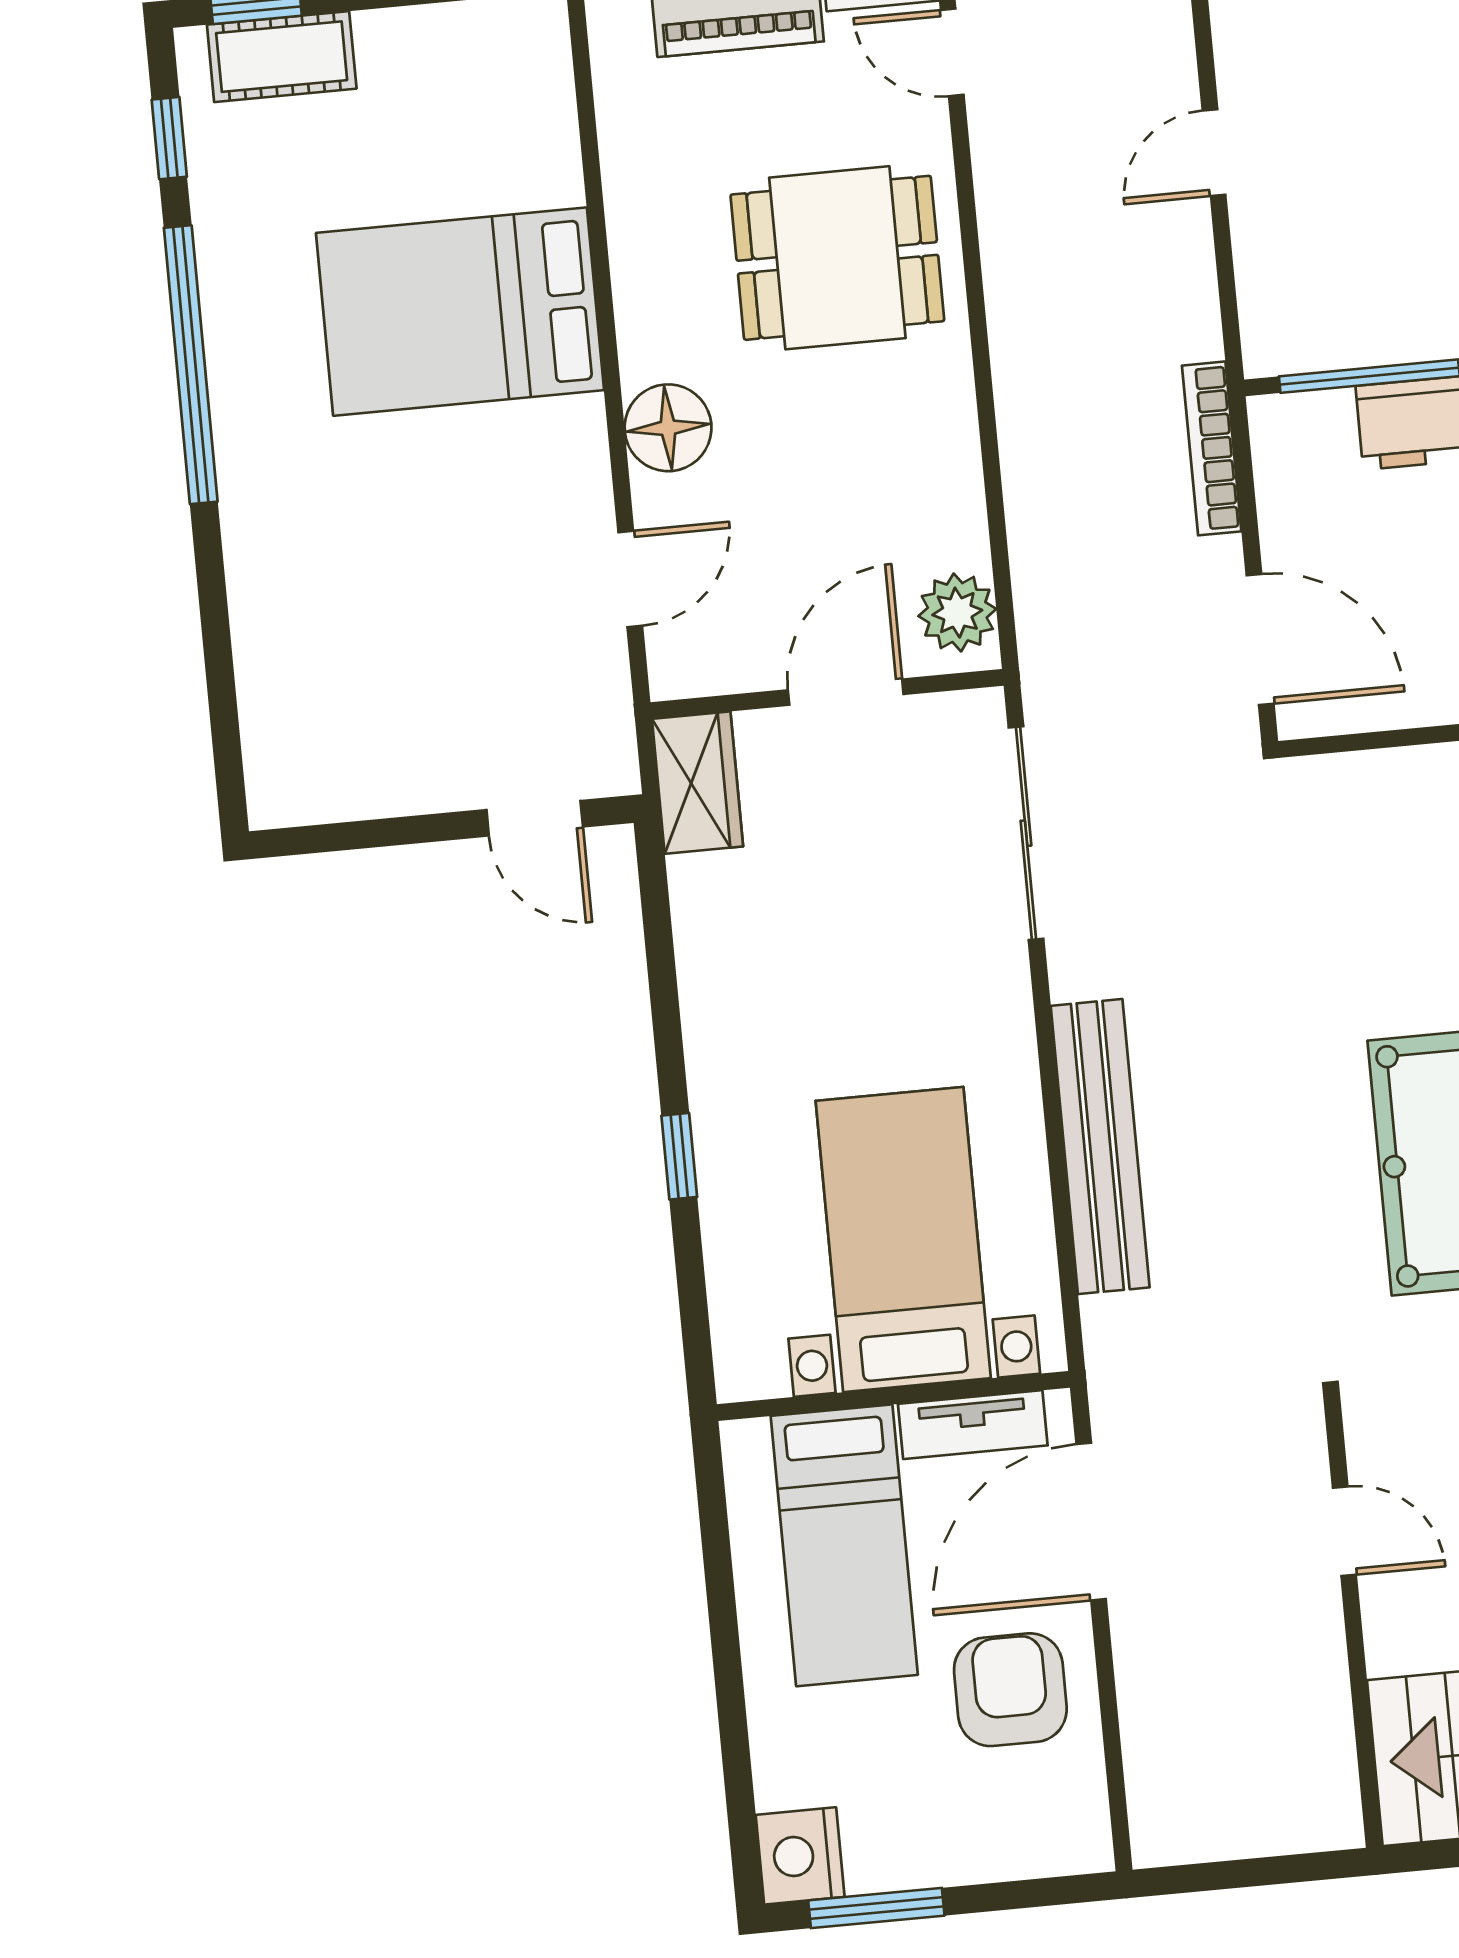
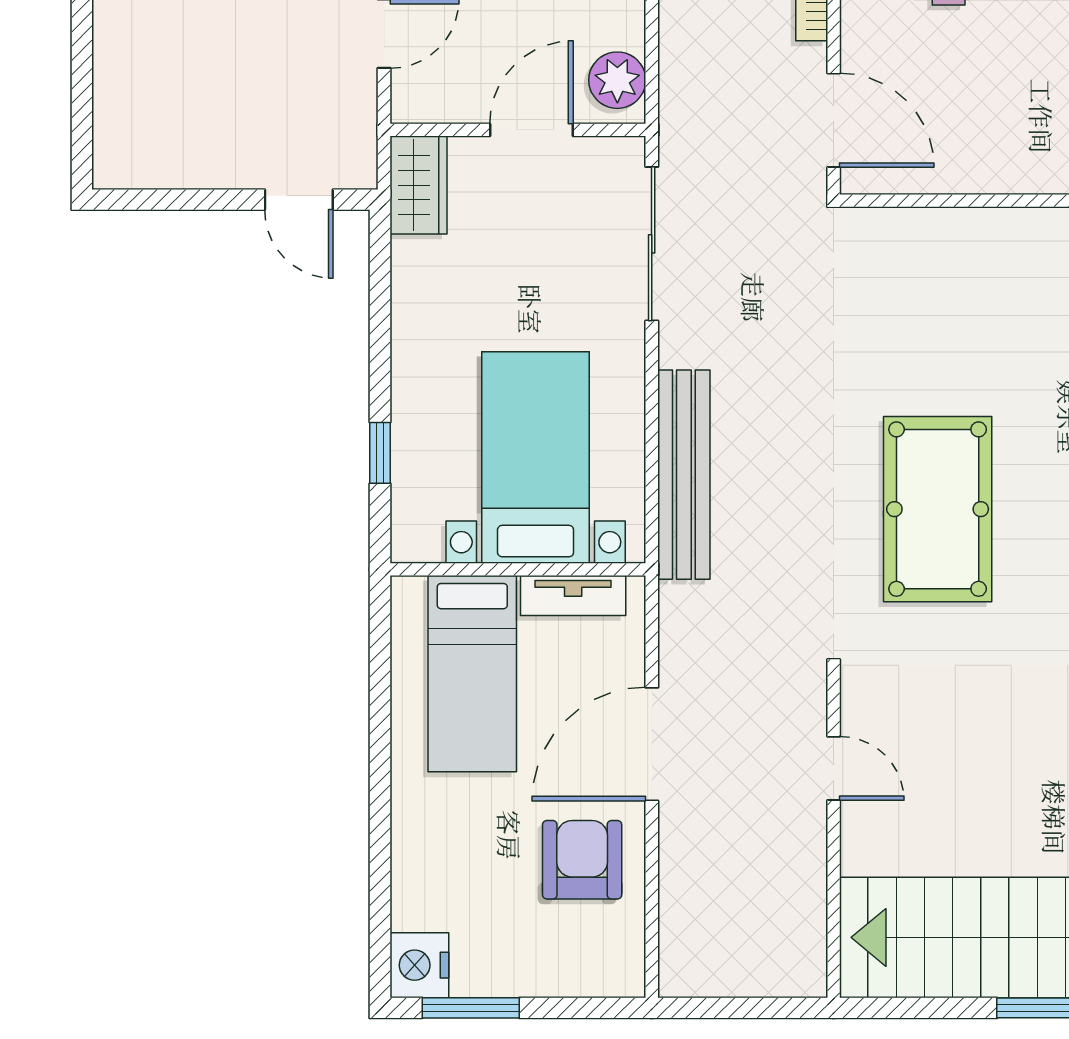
bed with nightstands: (903, 1240) -> (536, 457), moved
wall: (893, 1396) -> (518, 569), moved
tv unit: (973, 1425) -> (573, 596), moved
bed: (844, 1545) -> (472, 674), moved

